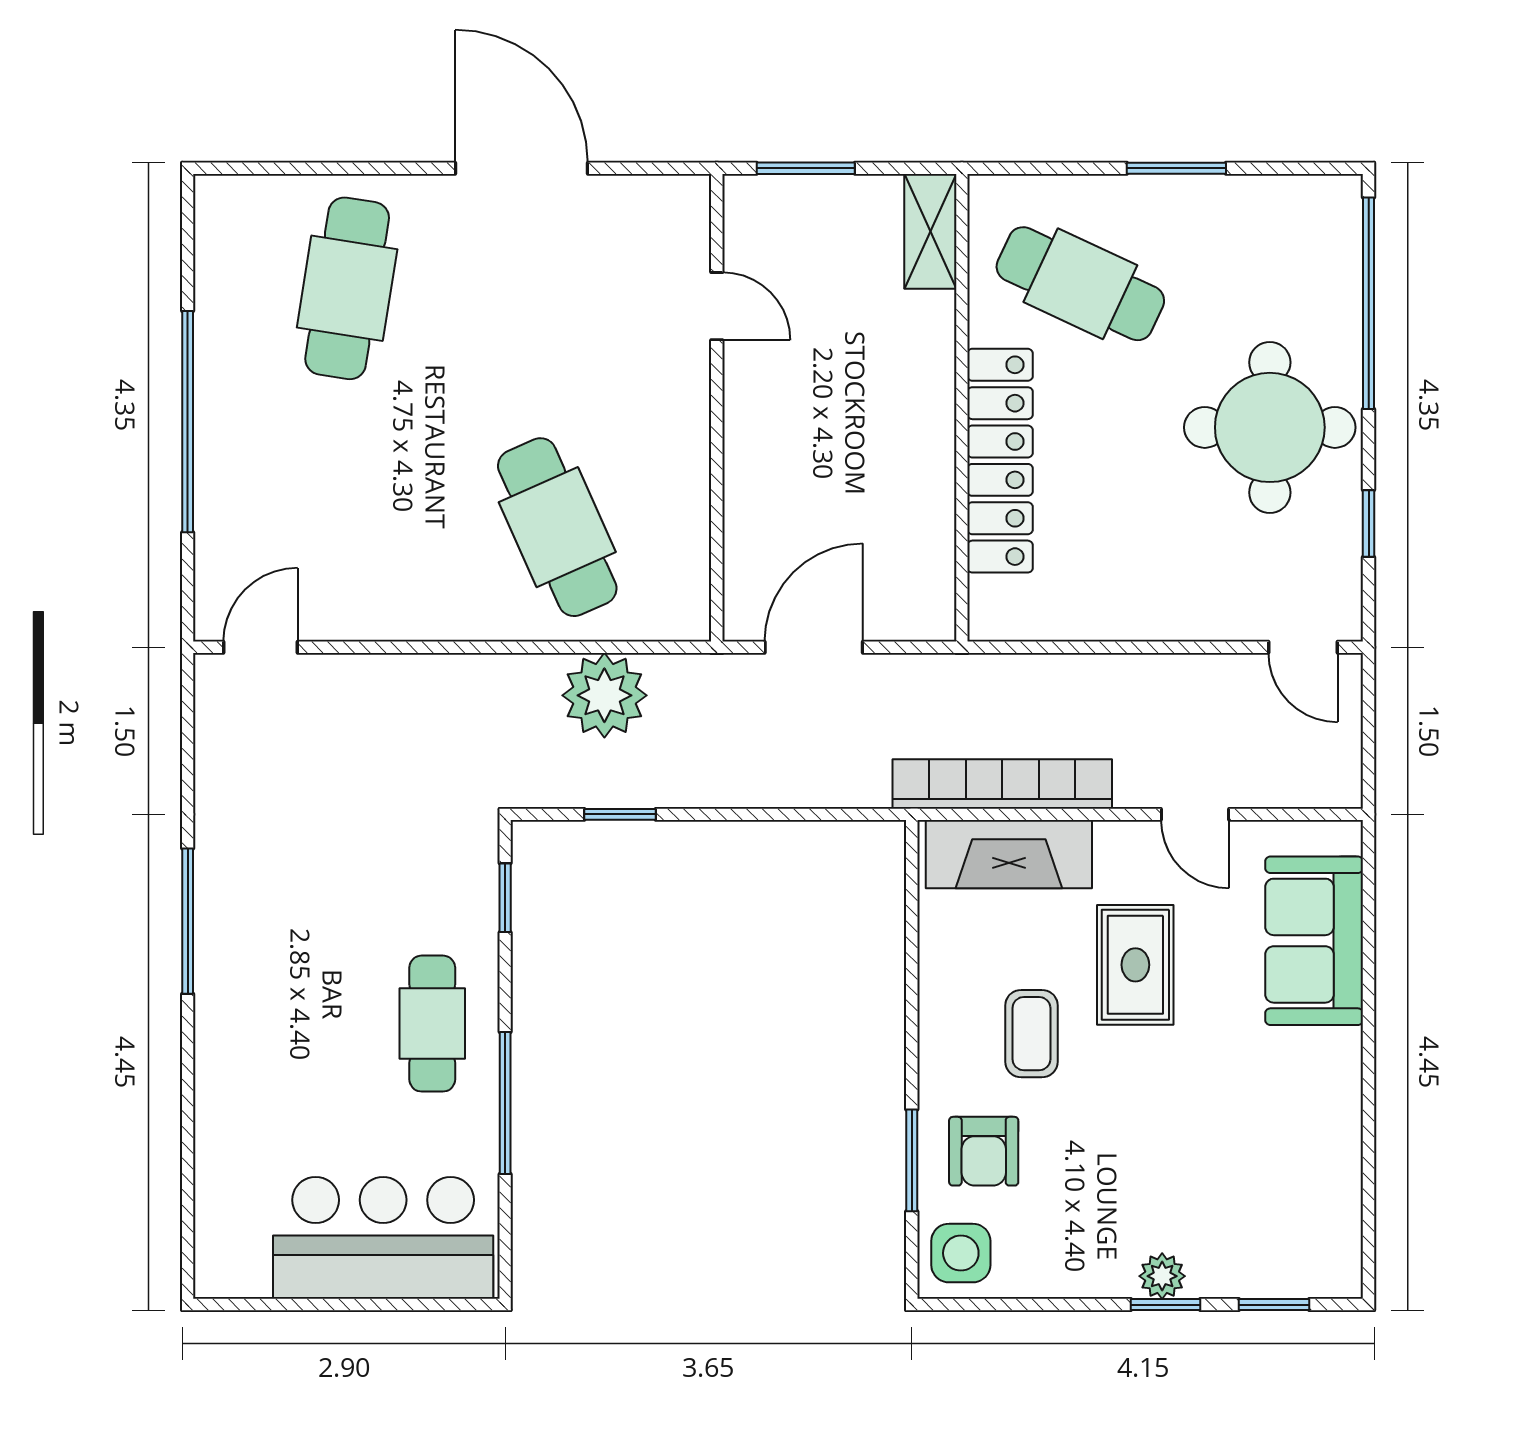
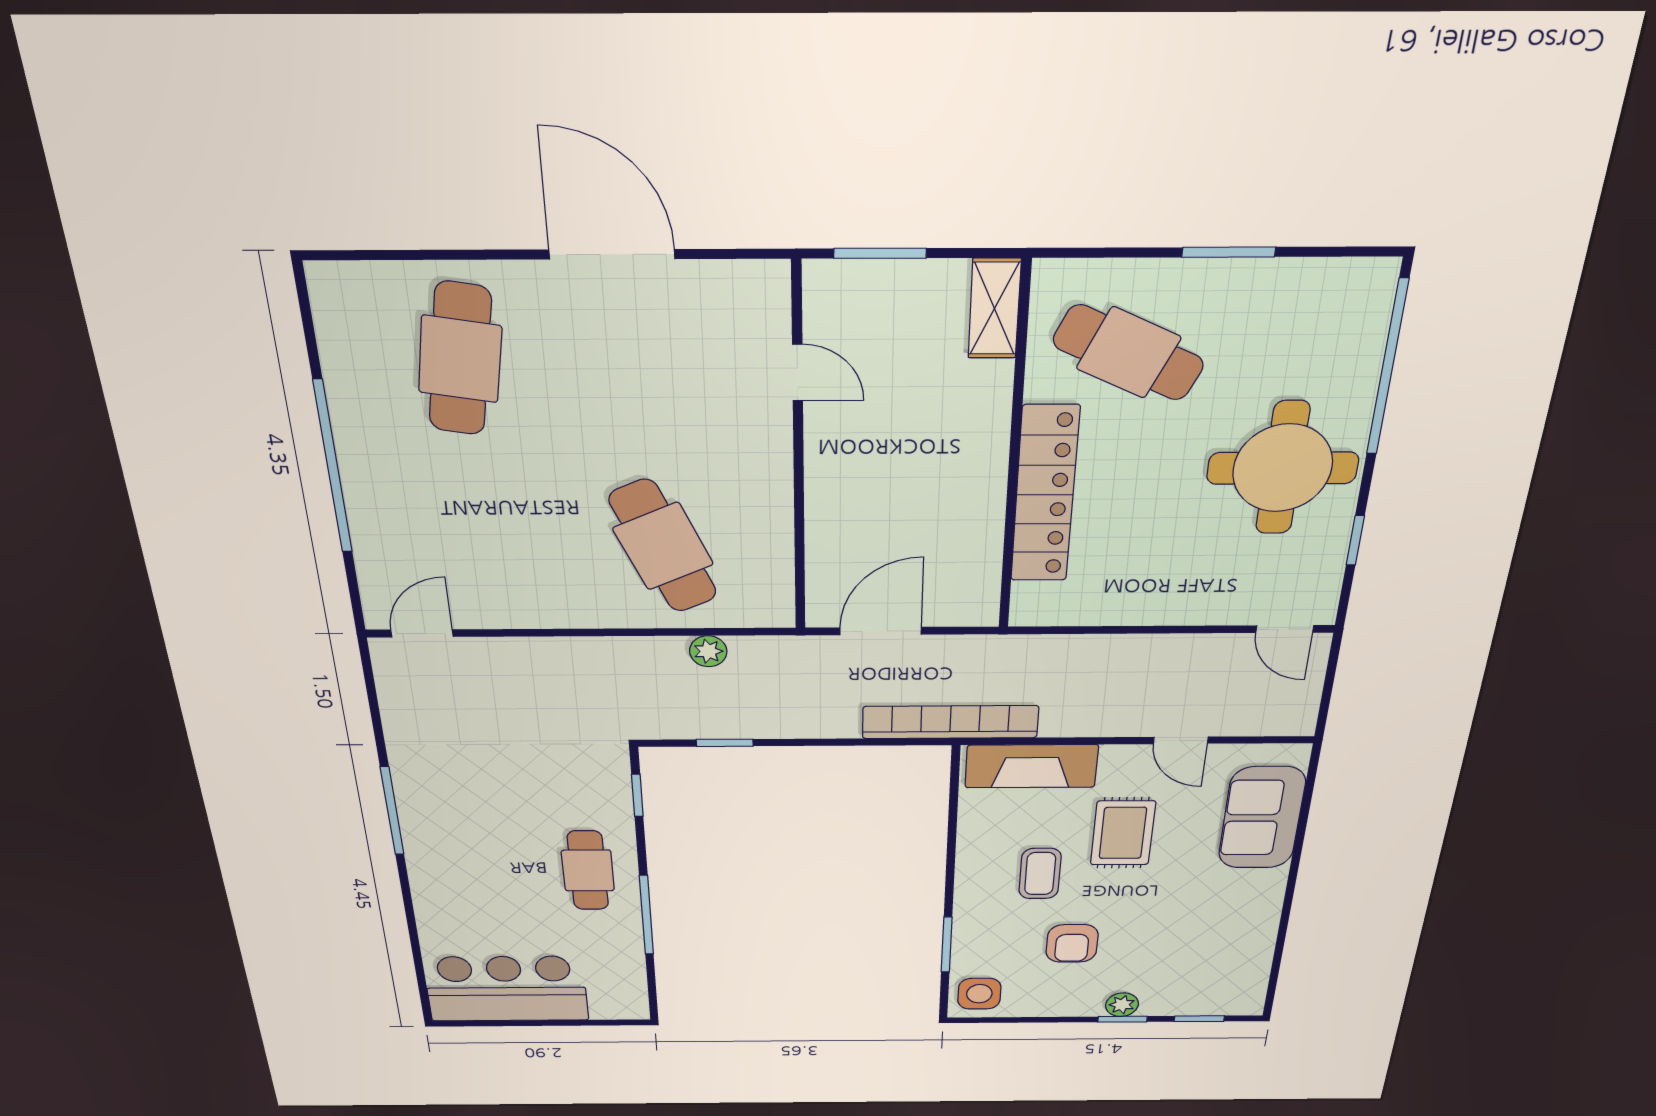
plant: (604, 695) -> (708, 651), width x0.53, depth x0.53
bookcase: (1002, 784) -> (950, 722), moved
armchair: (984, 1151) -> (1072, 943), moved
bar counter: (383, 1238) -> (506, 989), moved

